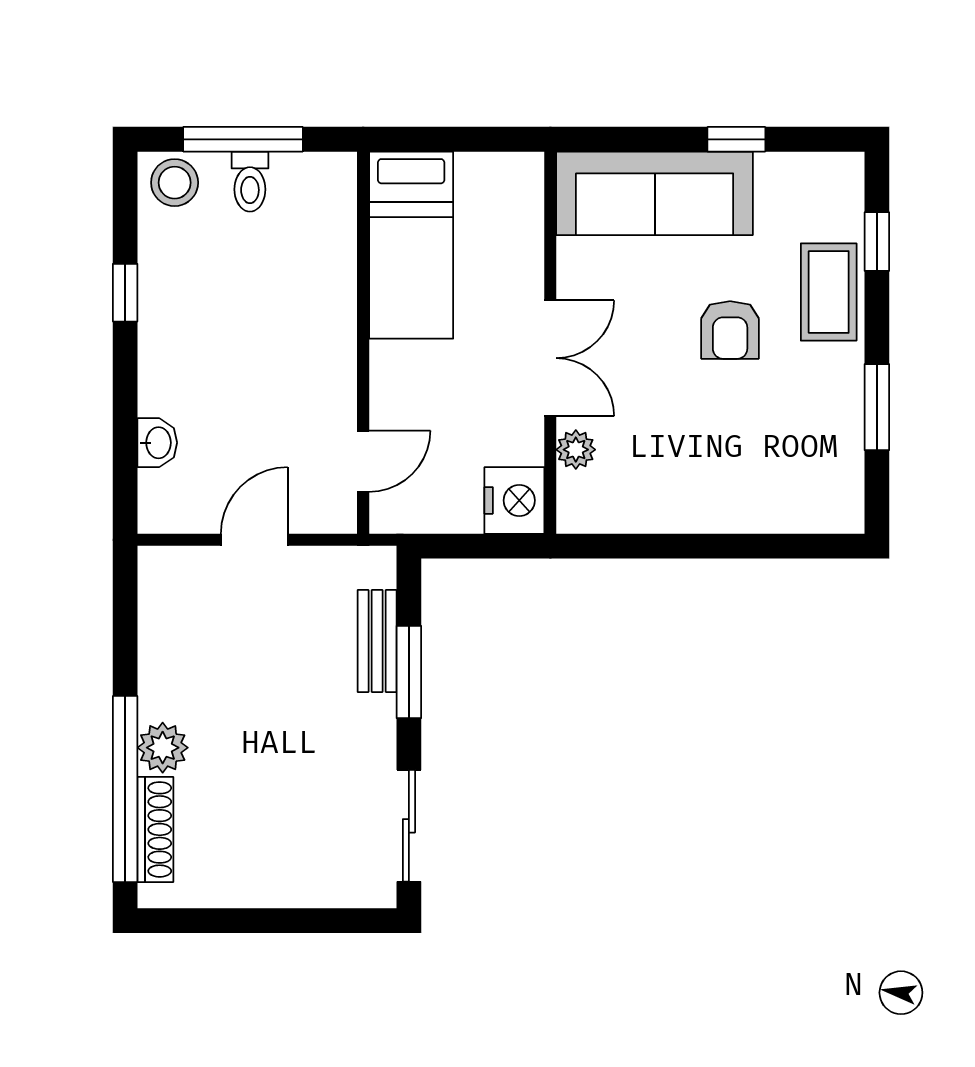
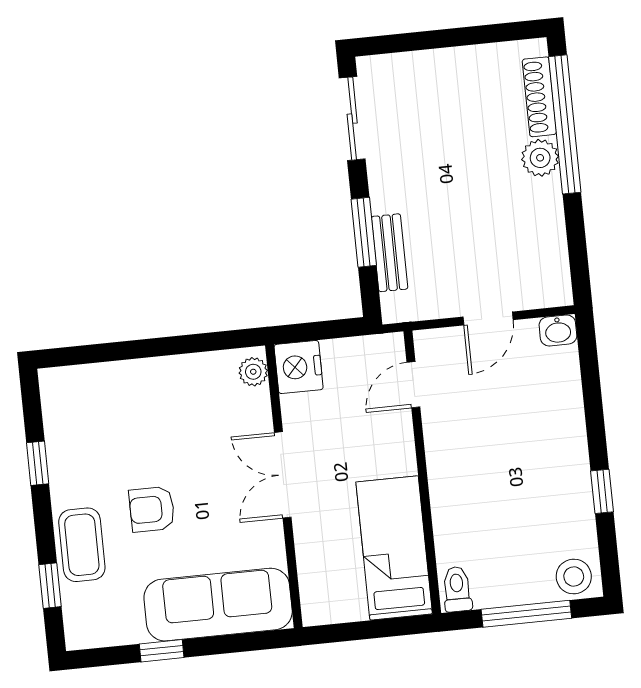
toilet: (250, 182) -> (457, 589), moved
armchair: (730, 330) -> (152, 509), turned -90
window: (877, 407) -> (38, 463), width x0.67
washbasin: (157, 443) -> (558, 330), moved, turned -90
plant: (576, 450) -> (253, 372), moved

